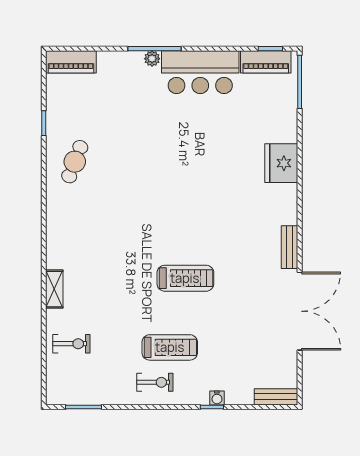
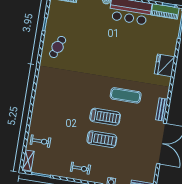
exercise mat: (217, 232) -> (126, 95), added
shelving: (54, 289) -> (28, 160), moved
treadmill: (170, 347) -> (102, 139), moved

